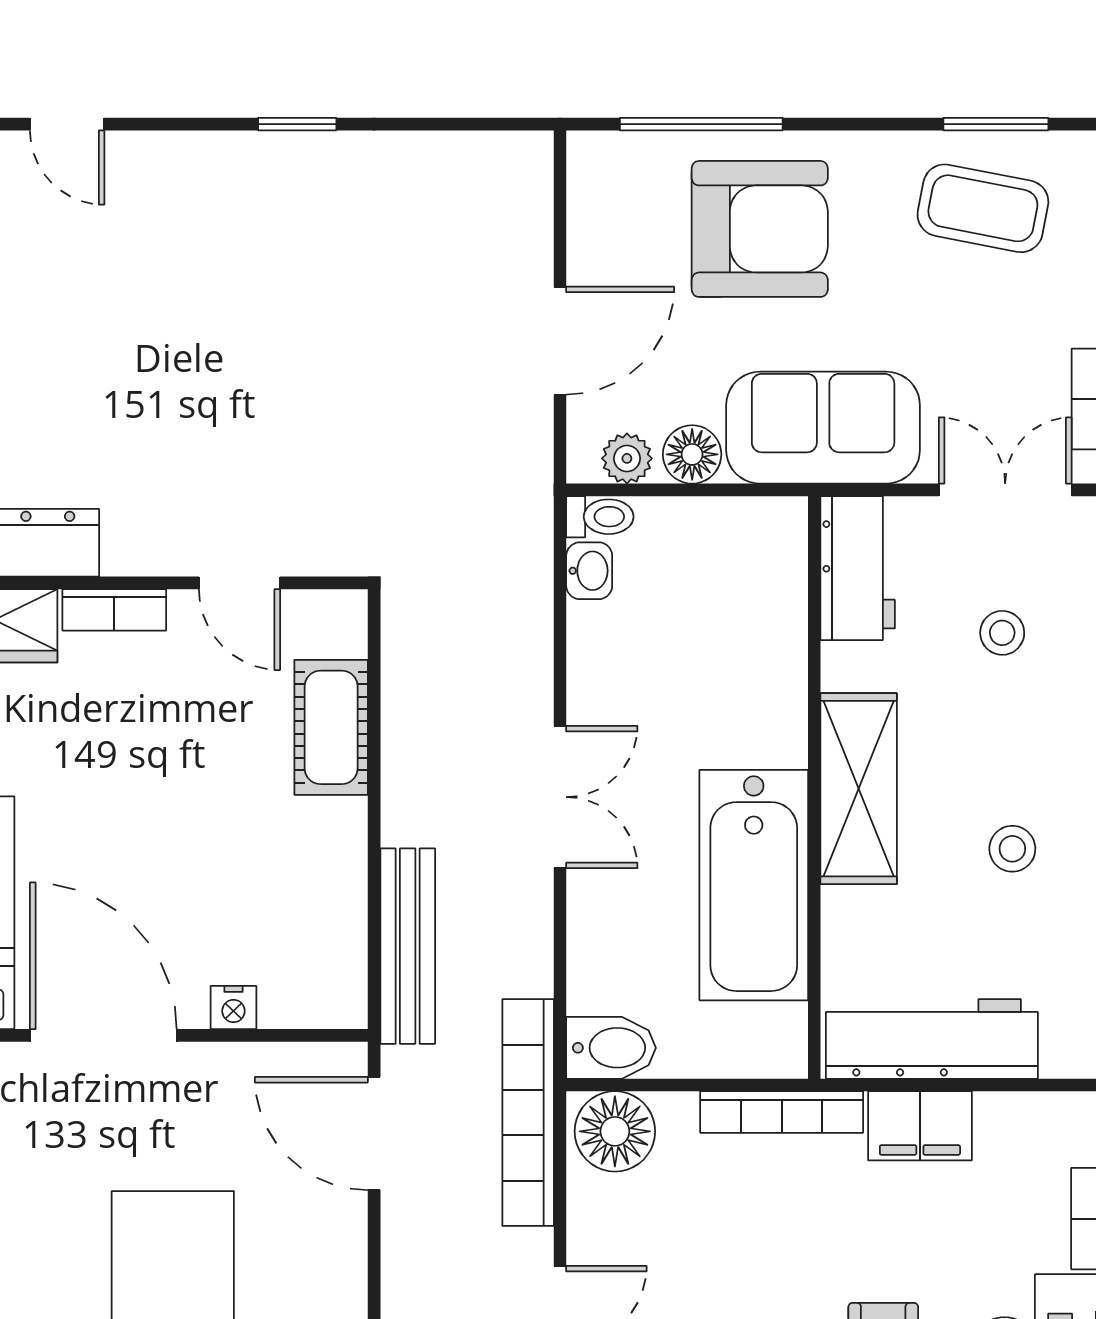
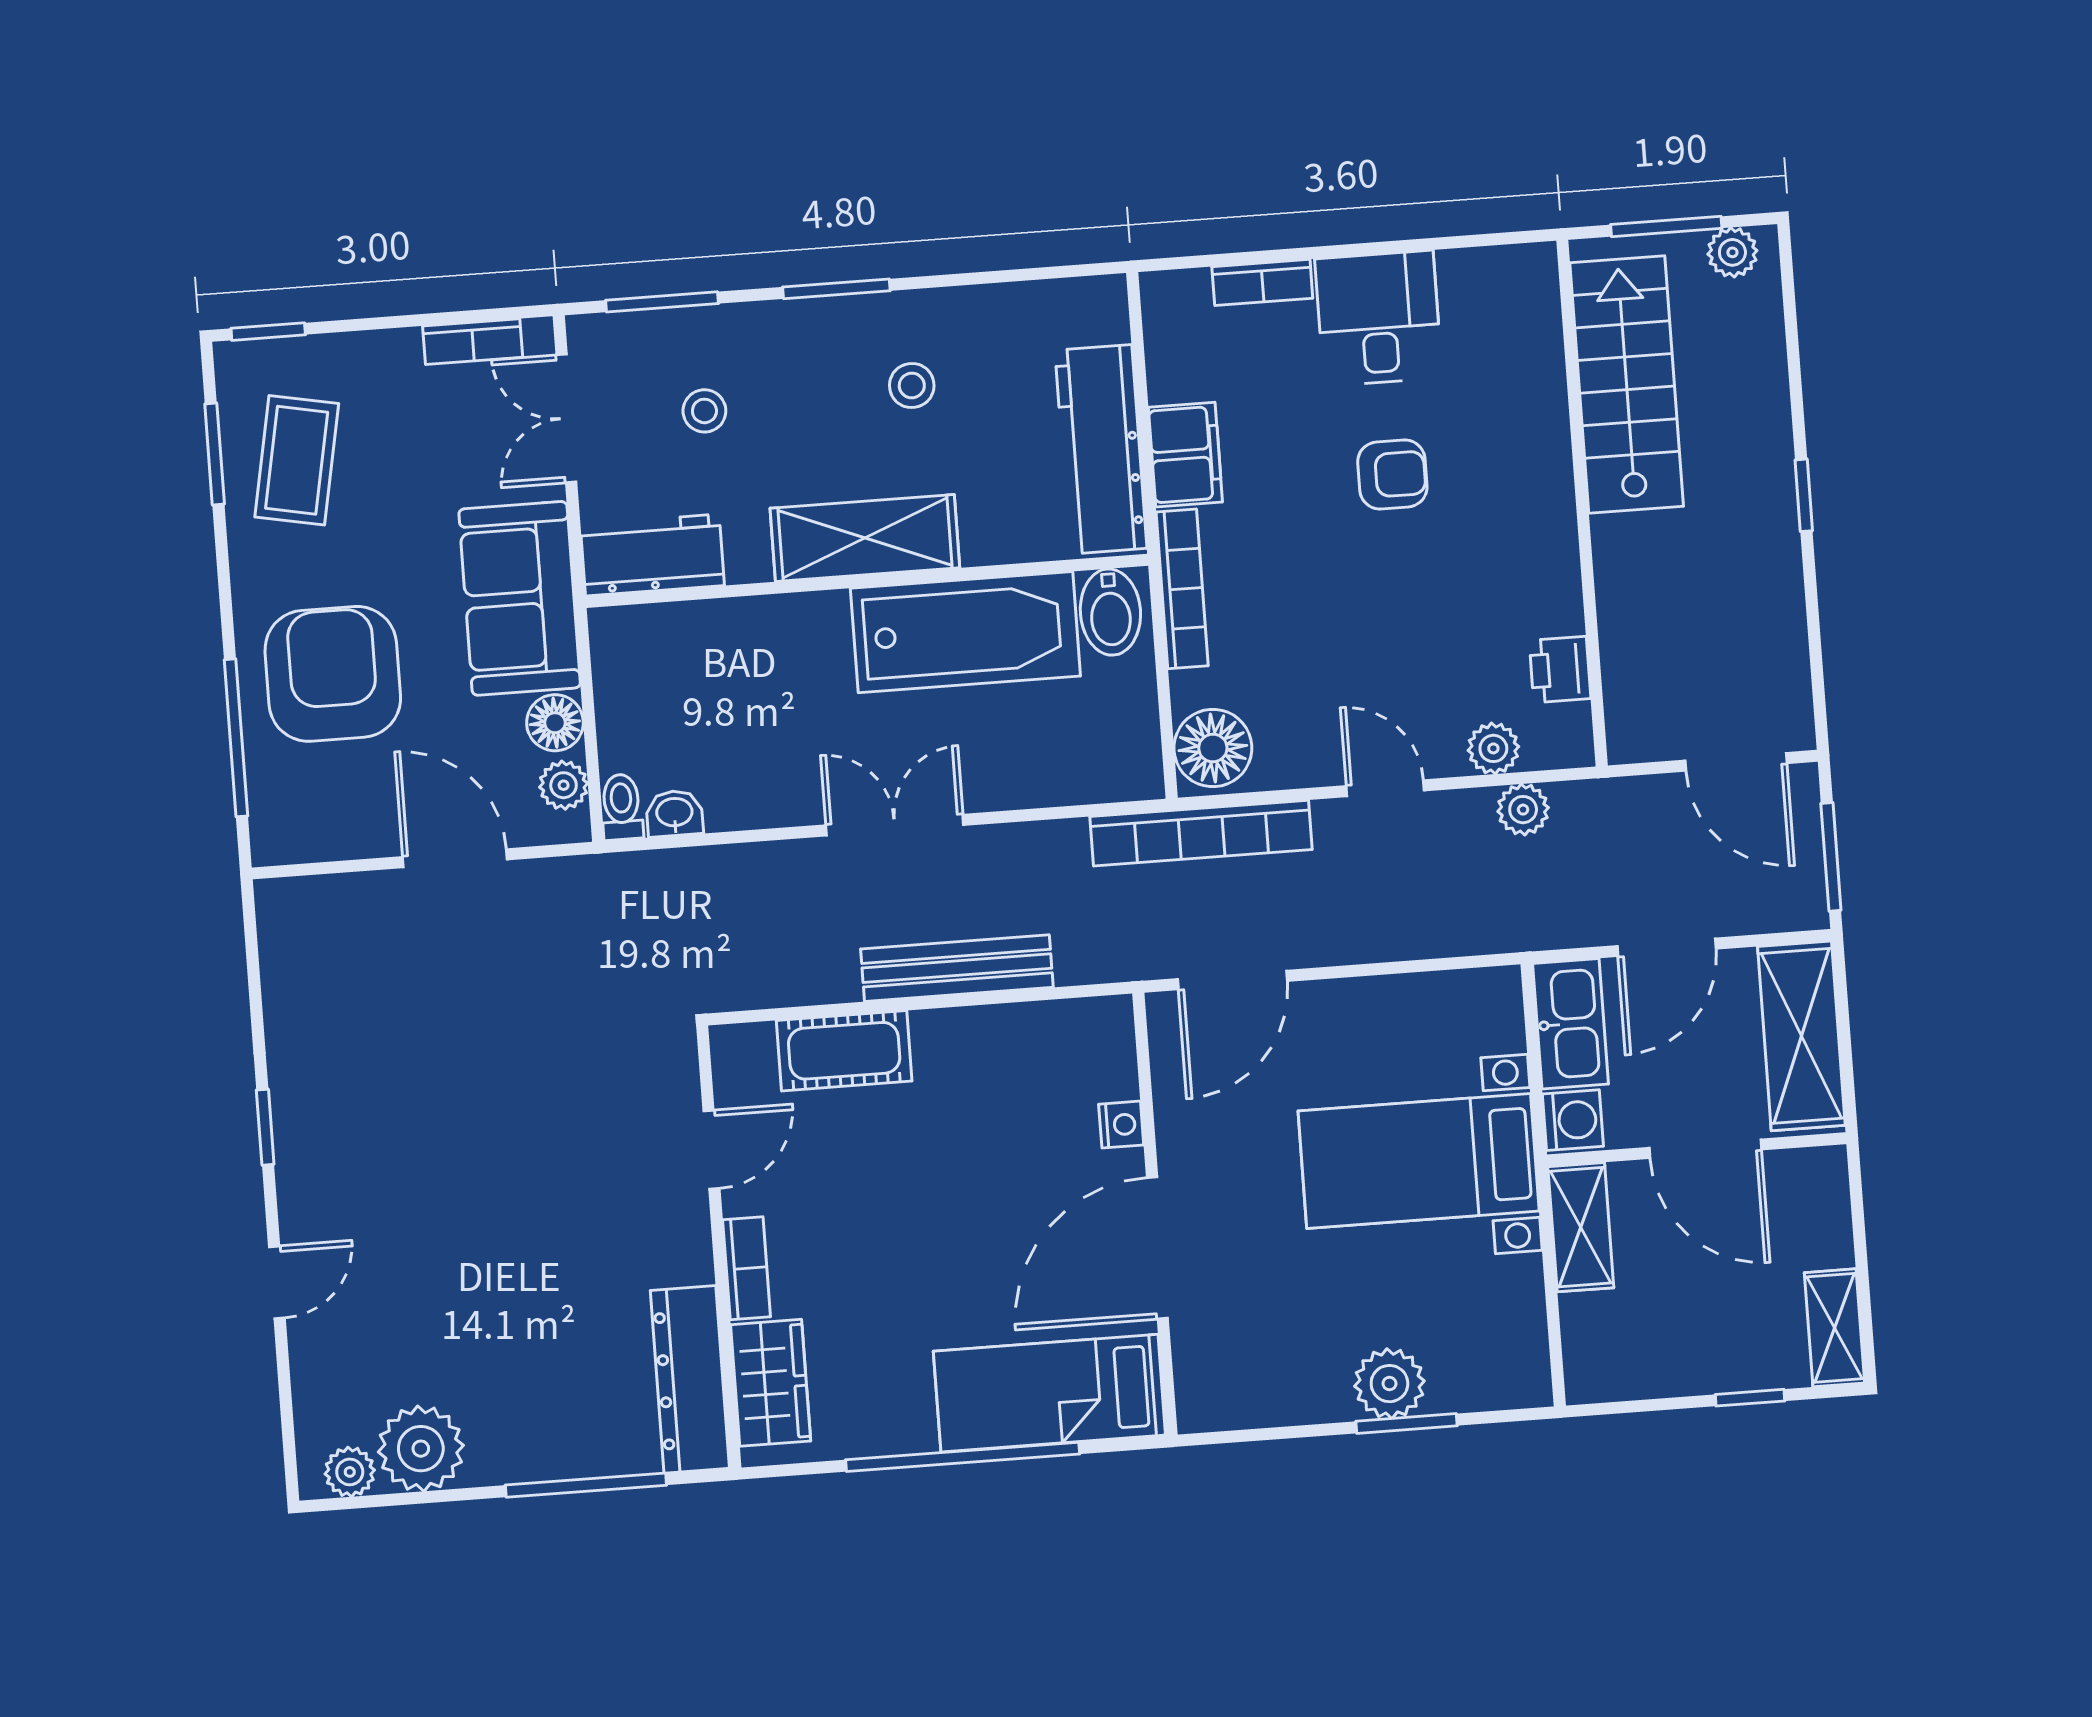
door: (67, 124) -> (277, 1282), moved
bench: (408, 946) -> (957, 968), moved
bidet: (611, 1048) -> (1110, 612), moved, turned 180

